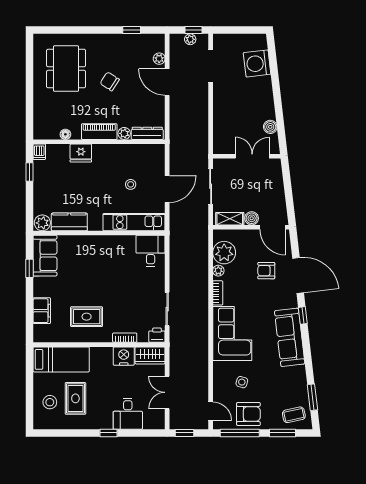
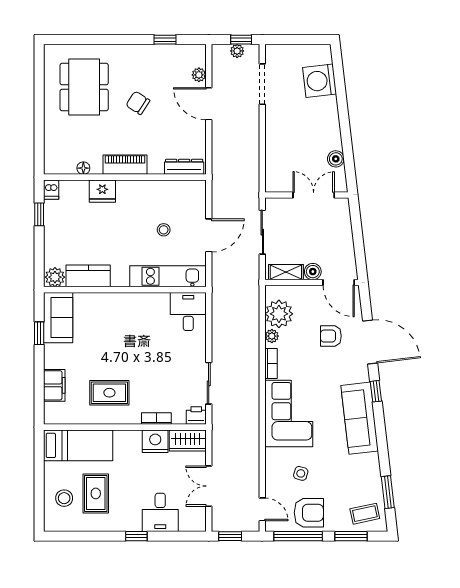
plant: (124, 133) -> (156, 167), removed

